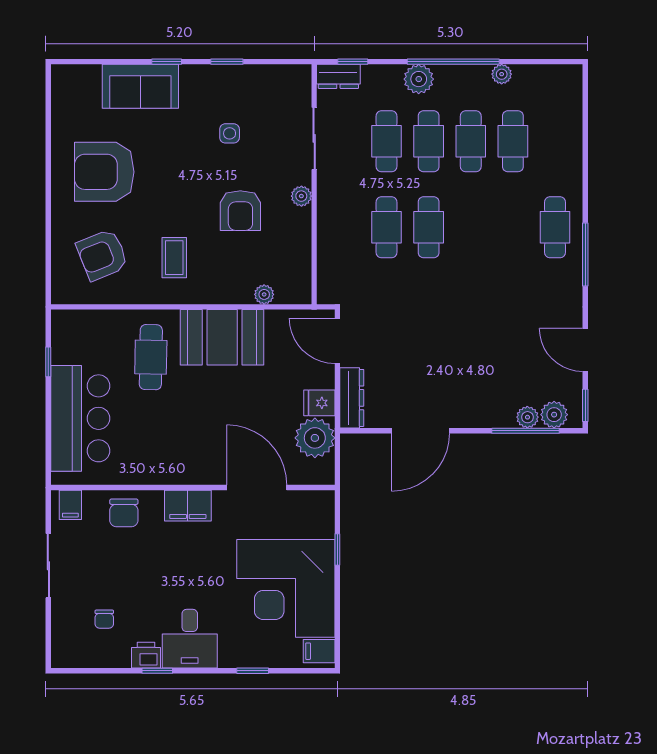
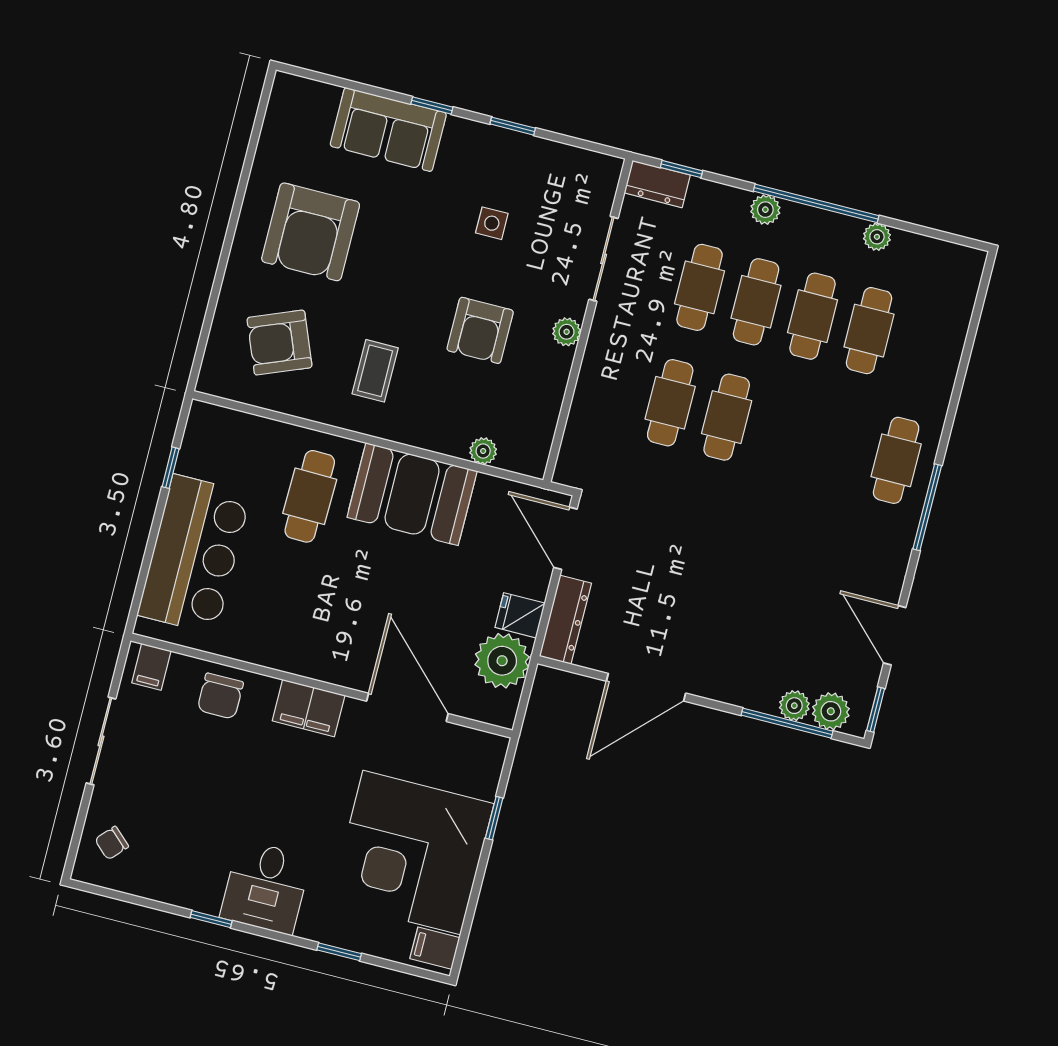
plant: (419, 79) -> (765, 210), width x0.73, depth x0.73
armchair: (104, 172) -> (311, 232), turned -90
chair: (104, 619) -> (112, 843), moved, turned 43
printer: (146, 655) -> (201, 894), removed

